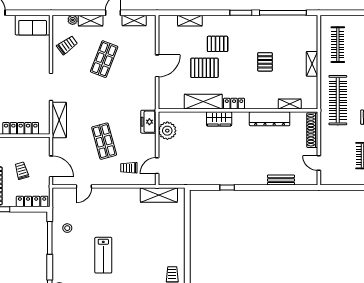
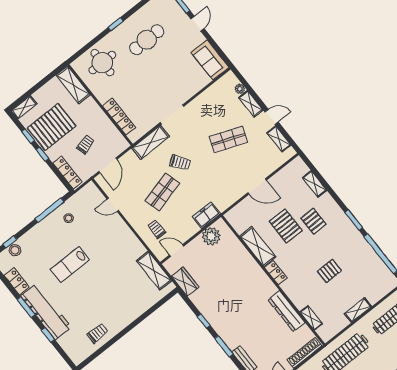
trolley: (67, 45) -> (180, 163), moved
wardrobe: (219, 119) -> (185, 282), moved, turned 180
window: (258, 188) -> (224, 346), added

